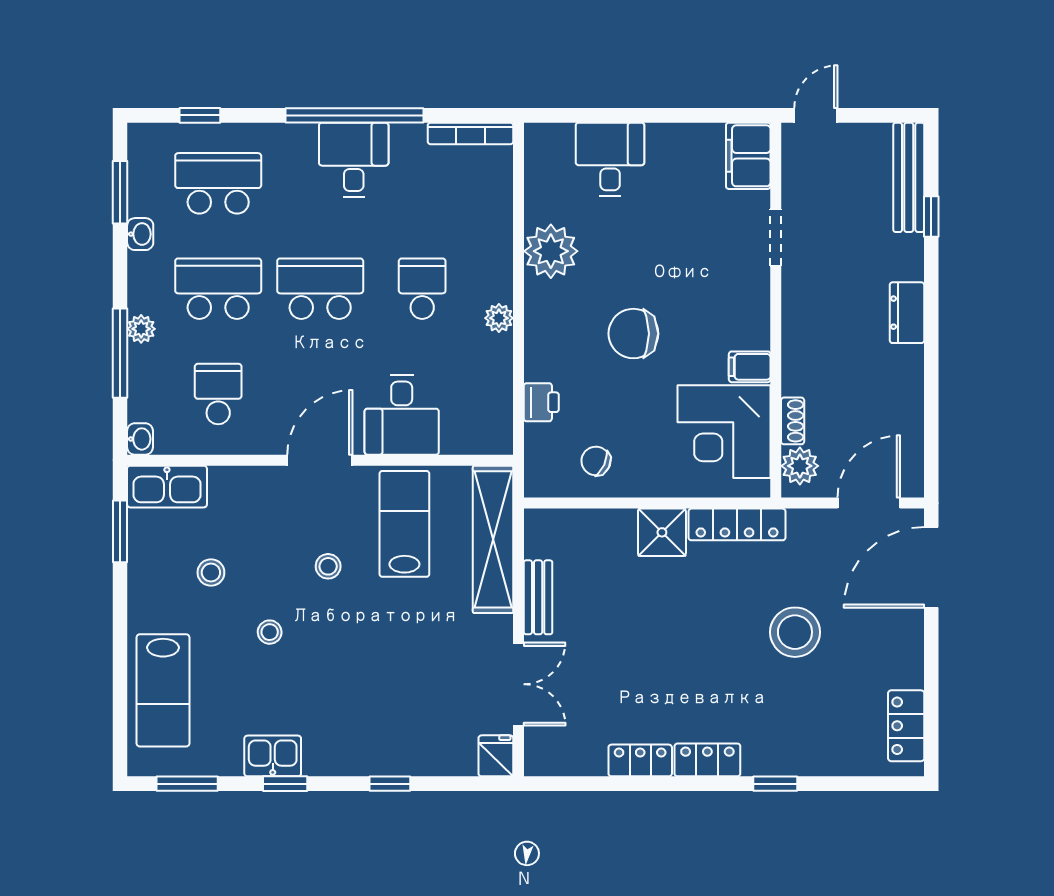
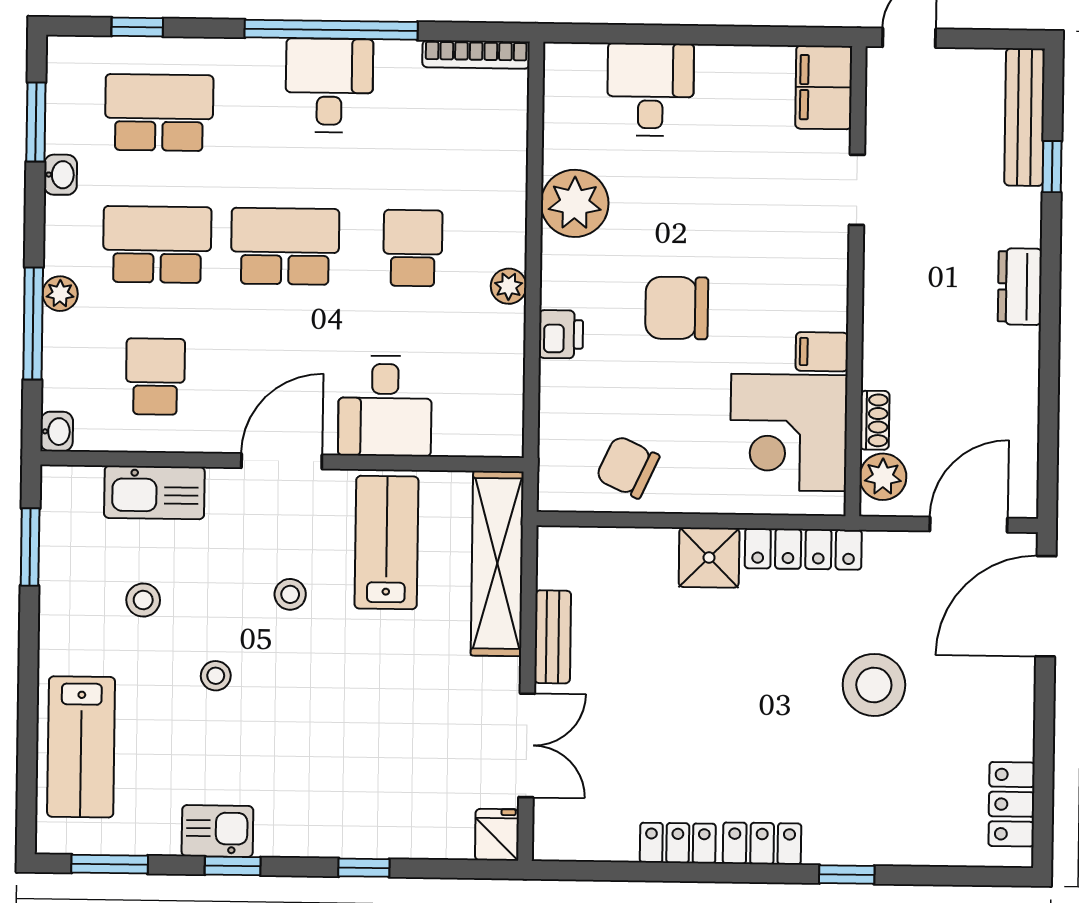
printer: (541, 402) -> (561, 334), moved
chair: (596, 461) -> (628, 467), width x1.37, depth x1.37
kitchen sink: (167, 487) -> (154, 492), moved

